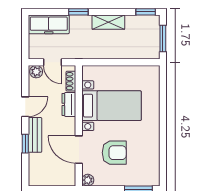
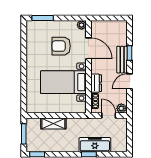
shelving: (108, 22) -> (53, 124), moved
freezer: (49, 24) -> (95, 145), moved

